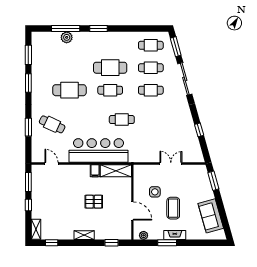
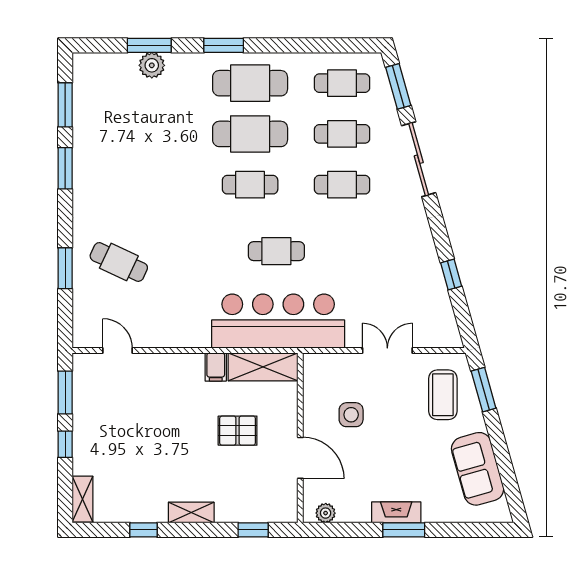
window: (66, 29) -> (149, 45), width x0.69
cafe table: (69, 90) -> (250, 83), moved
bar counter: (98, 150) -> (278, 321), moved
pallet: (94, 202) -> (238, 431), moved
coffee table: (173, 208) -> (443, 395), moved
window: (52, 243) -> (143, 530), moved
window: (167, 243) -> (404, 530), moved

